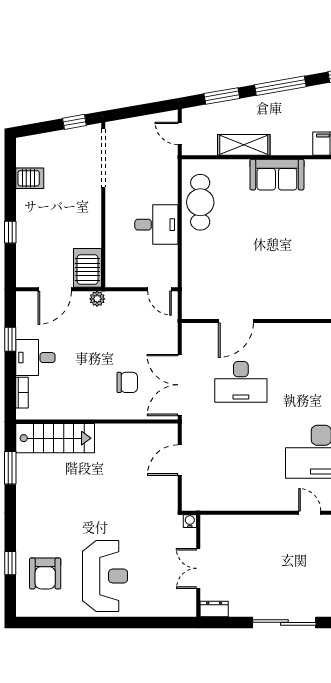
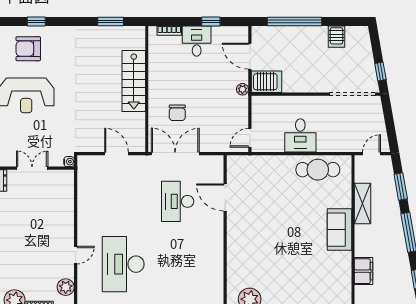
window: (10, 232) -> (294, 21), width x3.17
stairs: (55, 438) -> (134, 81), moved

